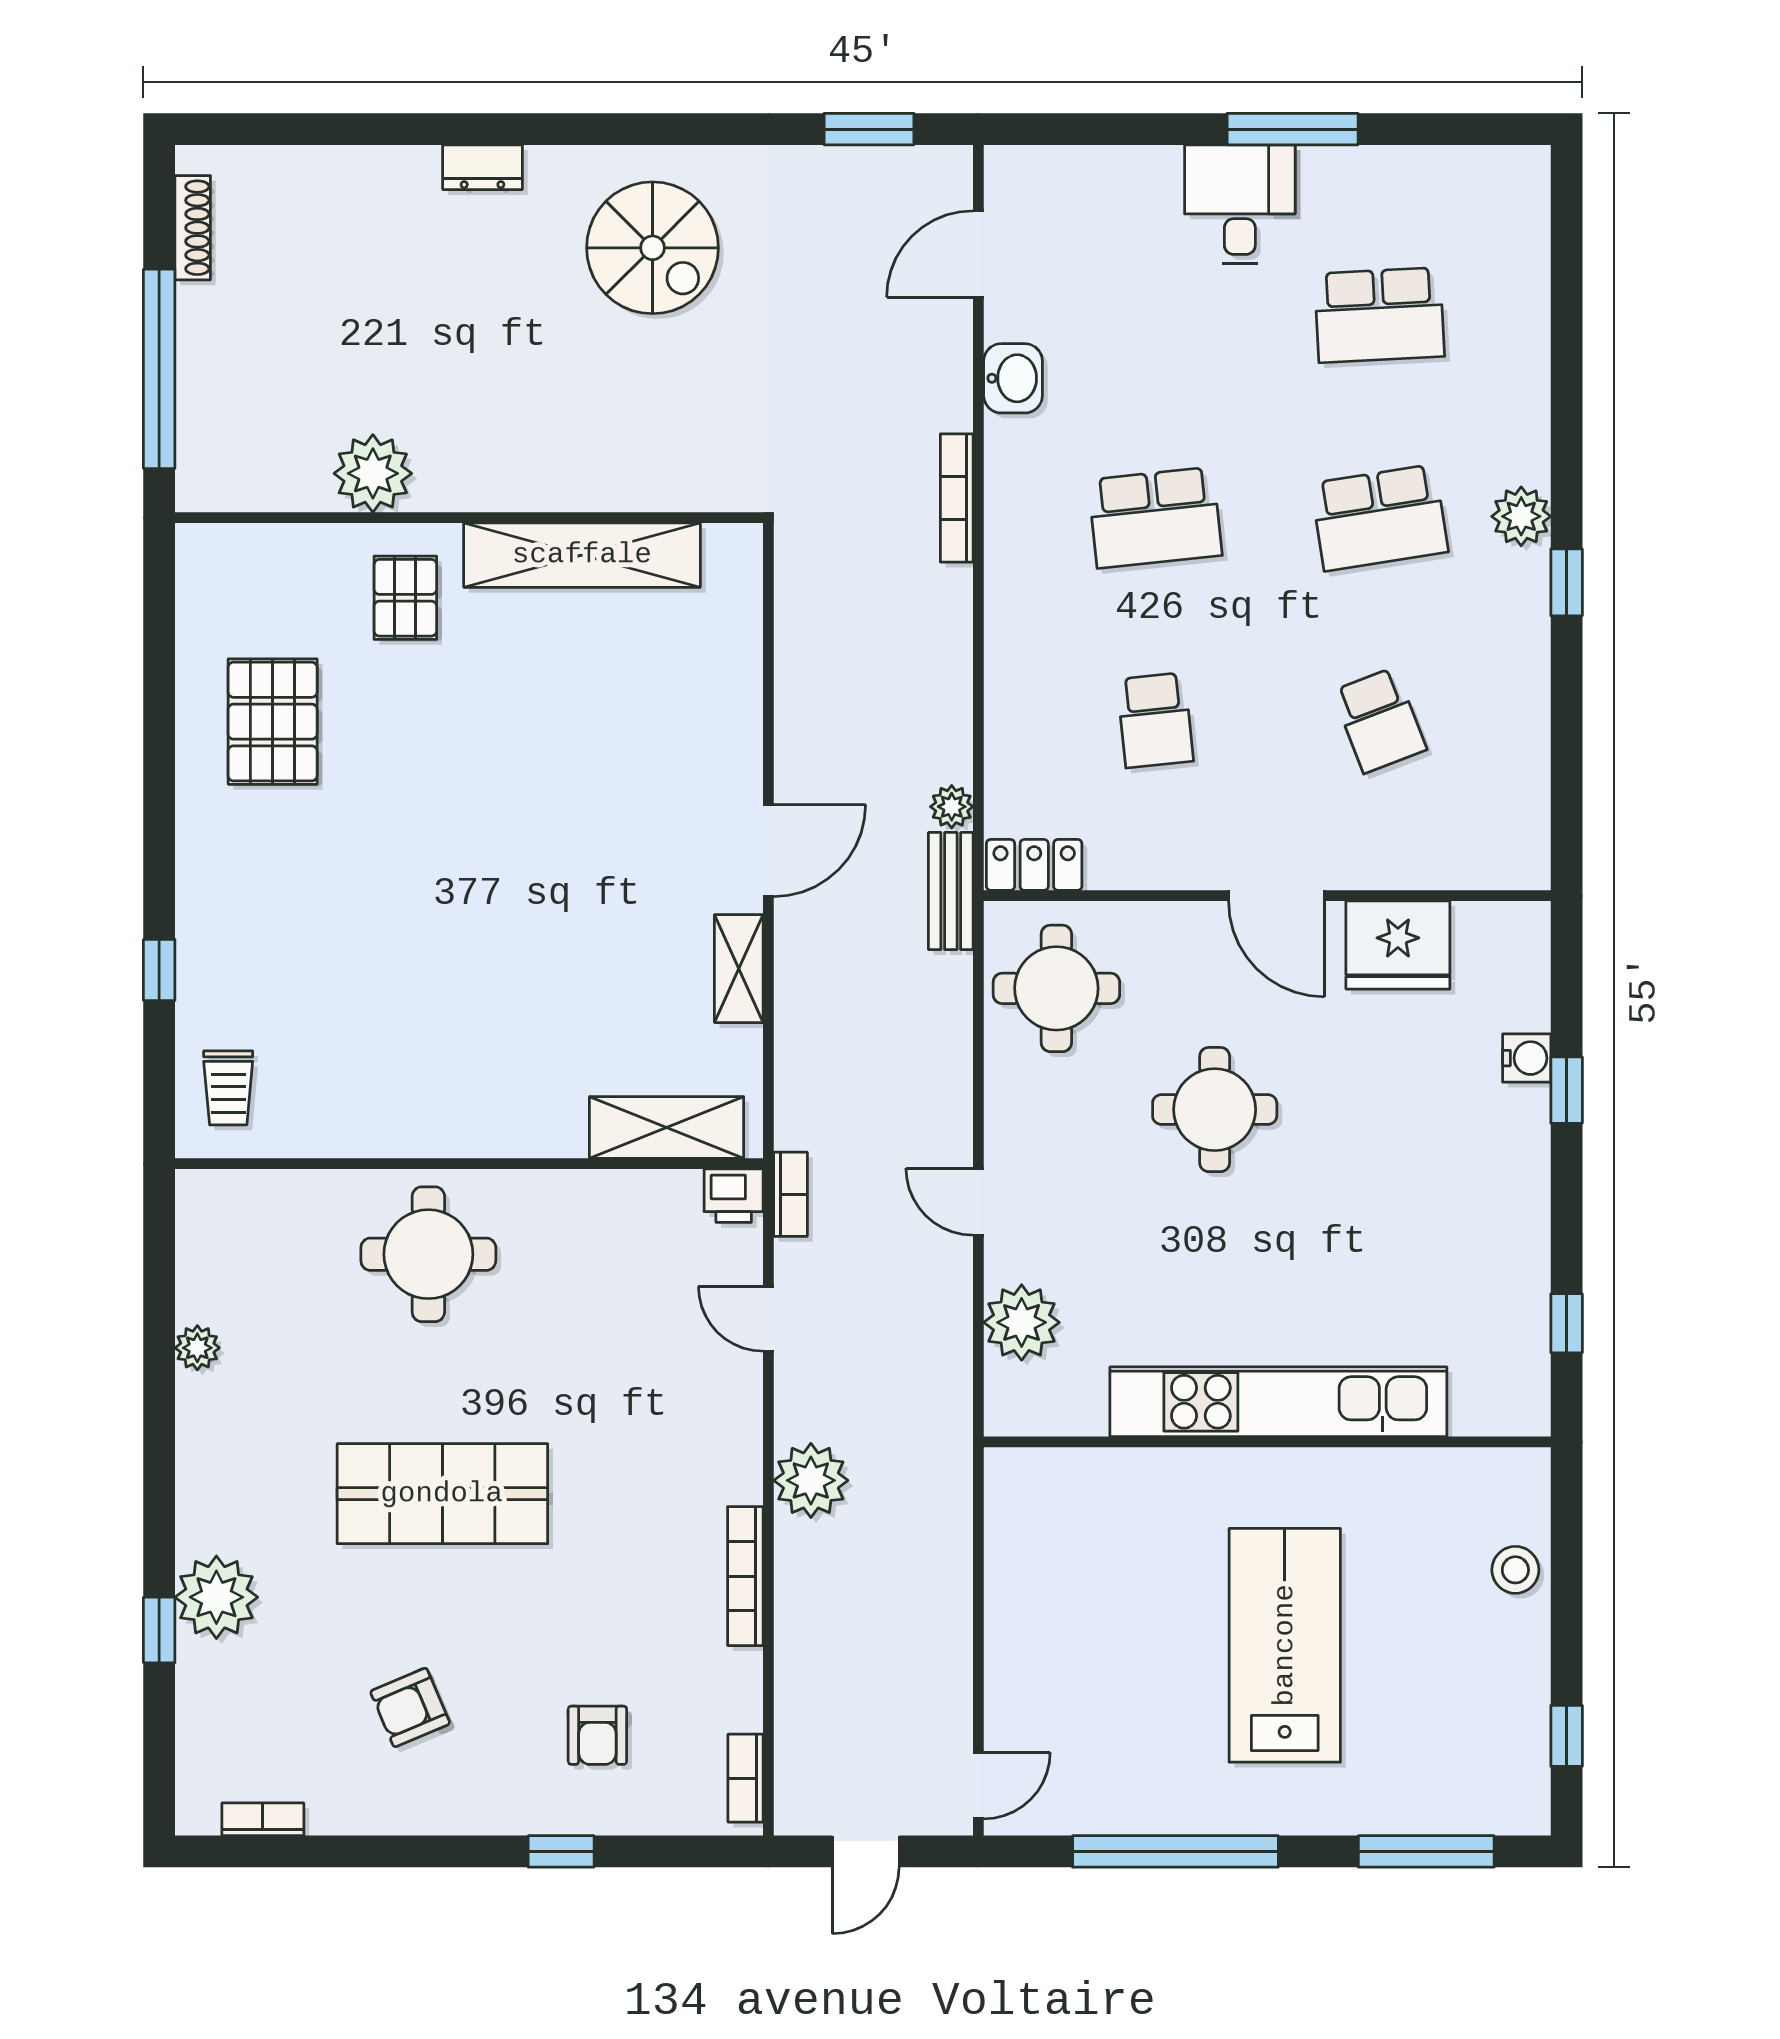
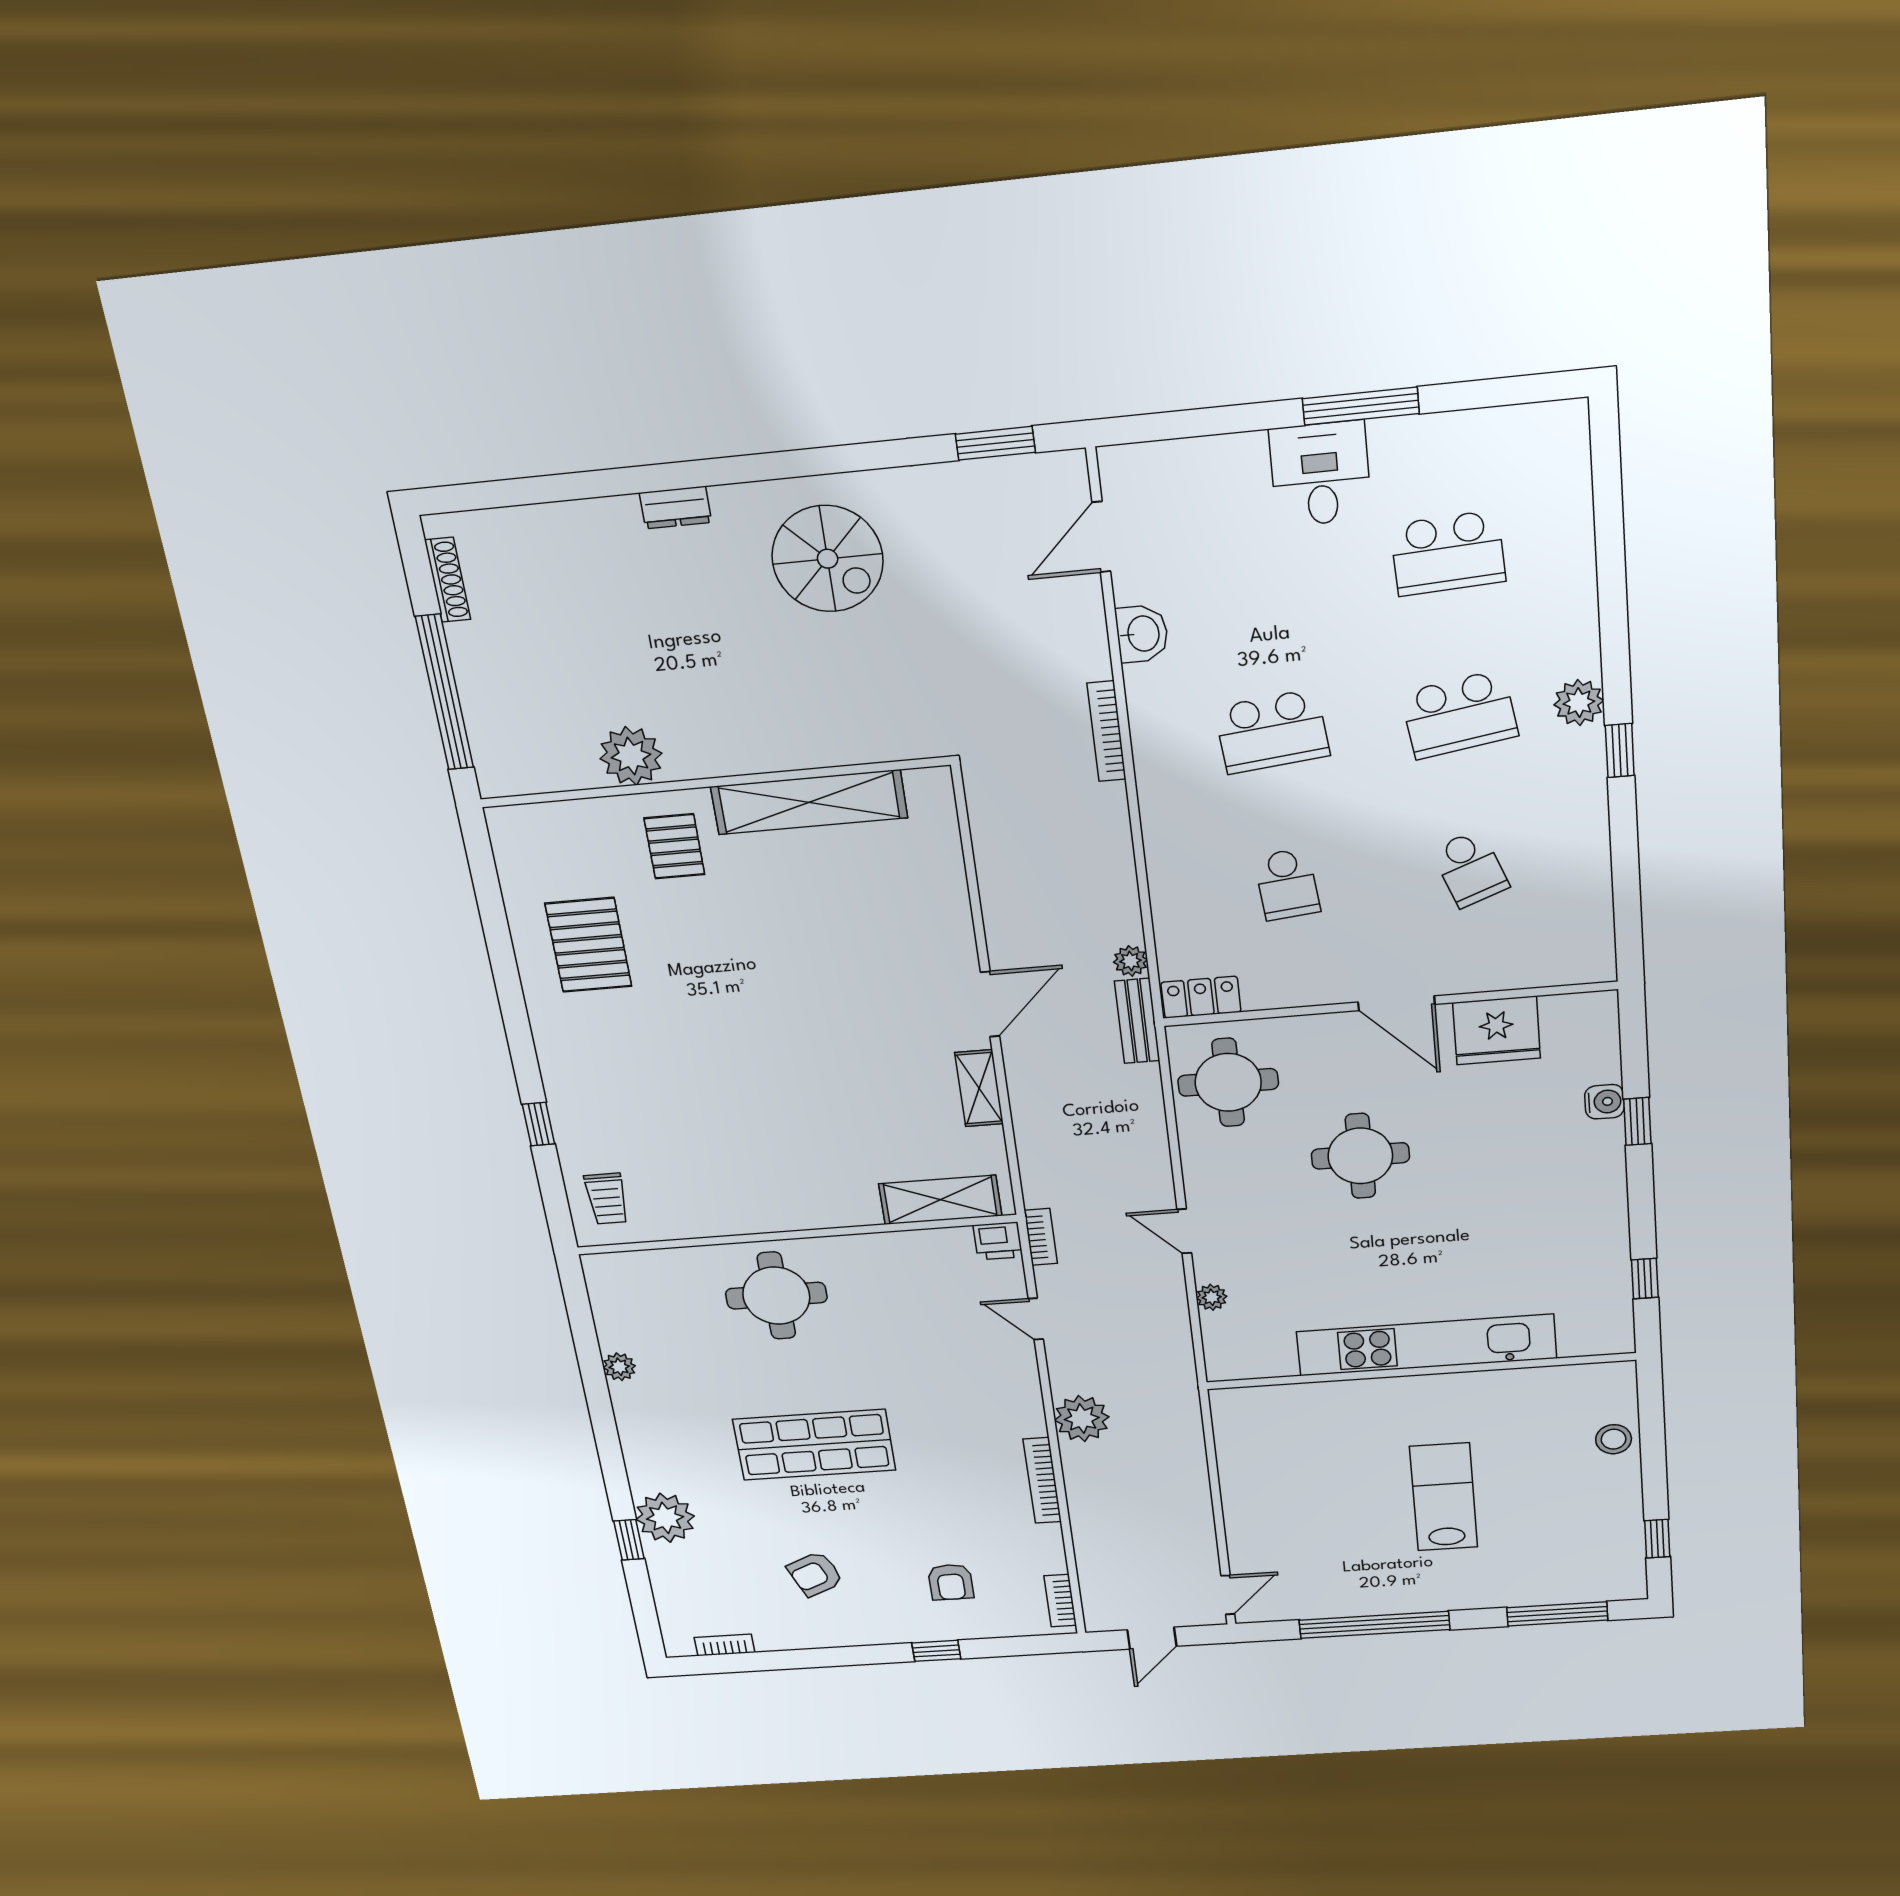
plant: (1022, 1322) -> (1212, 1297), width x0.53, depth x0.53
lab bench: (1285, 1645) -> (1444, 1497), width x0.73, depth x0.72

